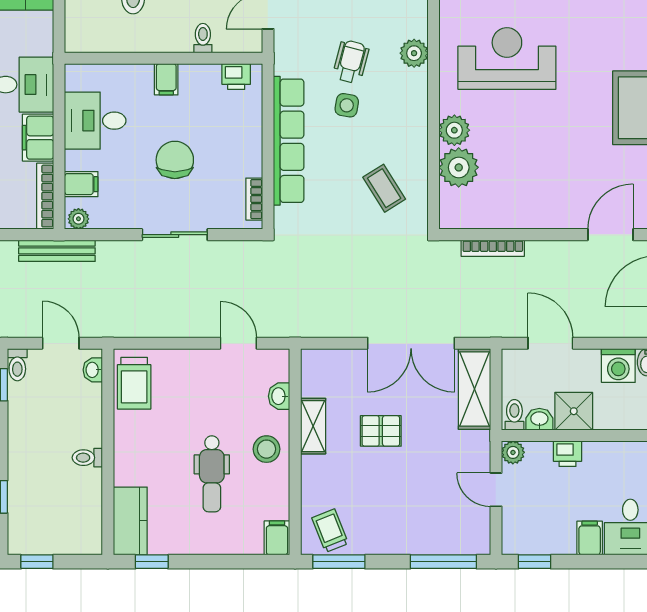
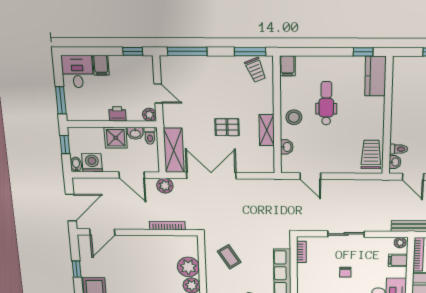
chair: (175, 160) -> (345, 272), width x0.54, depth x0.54
plant: (493, 324) -> (165, 186), added
toilet: (87, 458) -> (399, 149), moved

